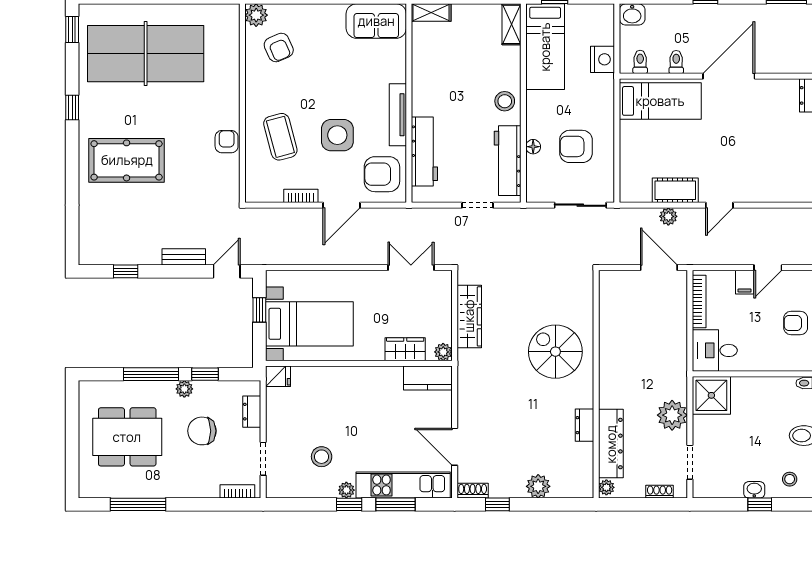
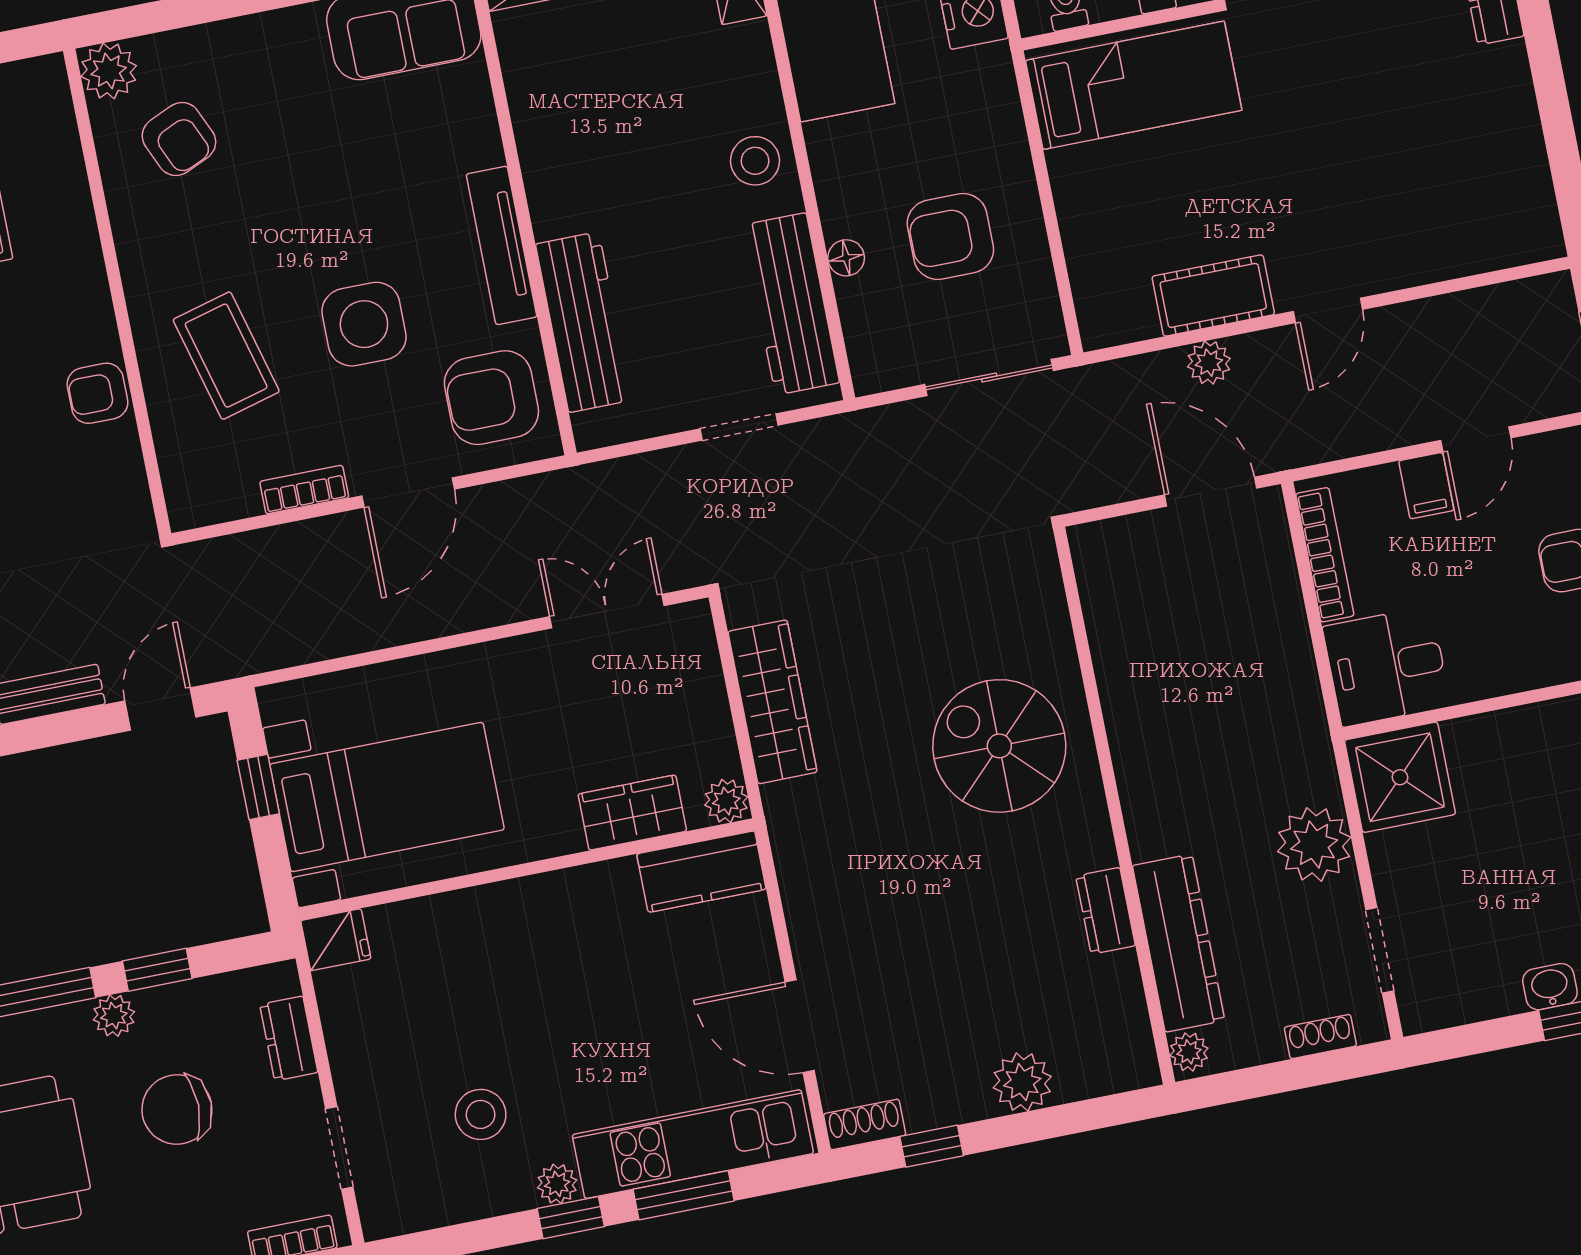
armchair: (227, 142) -> (97, 393), turned -90

